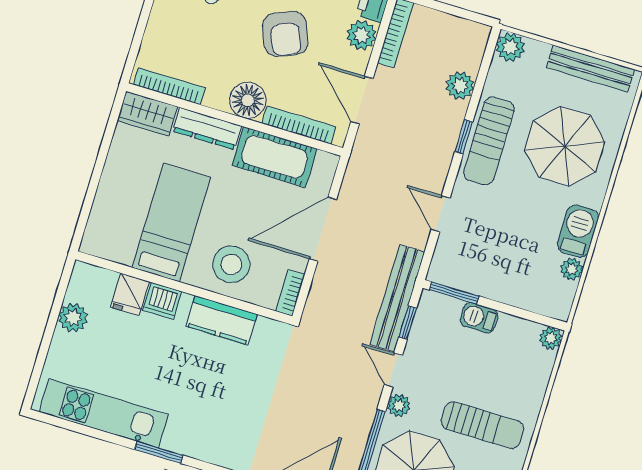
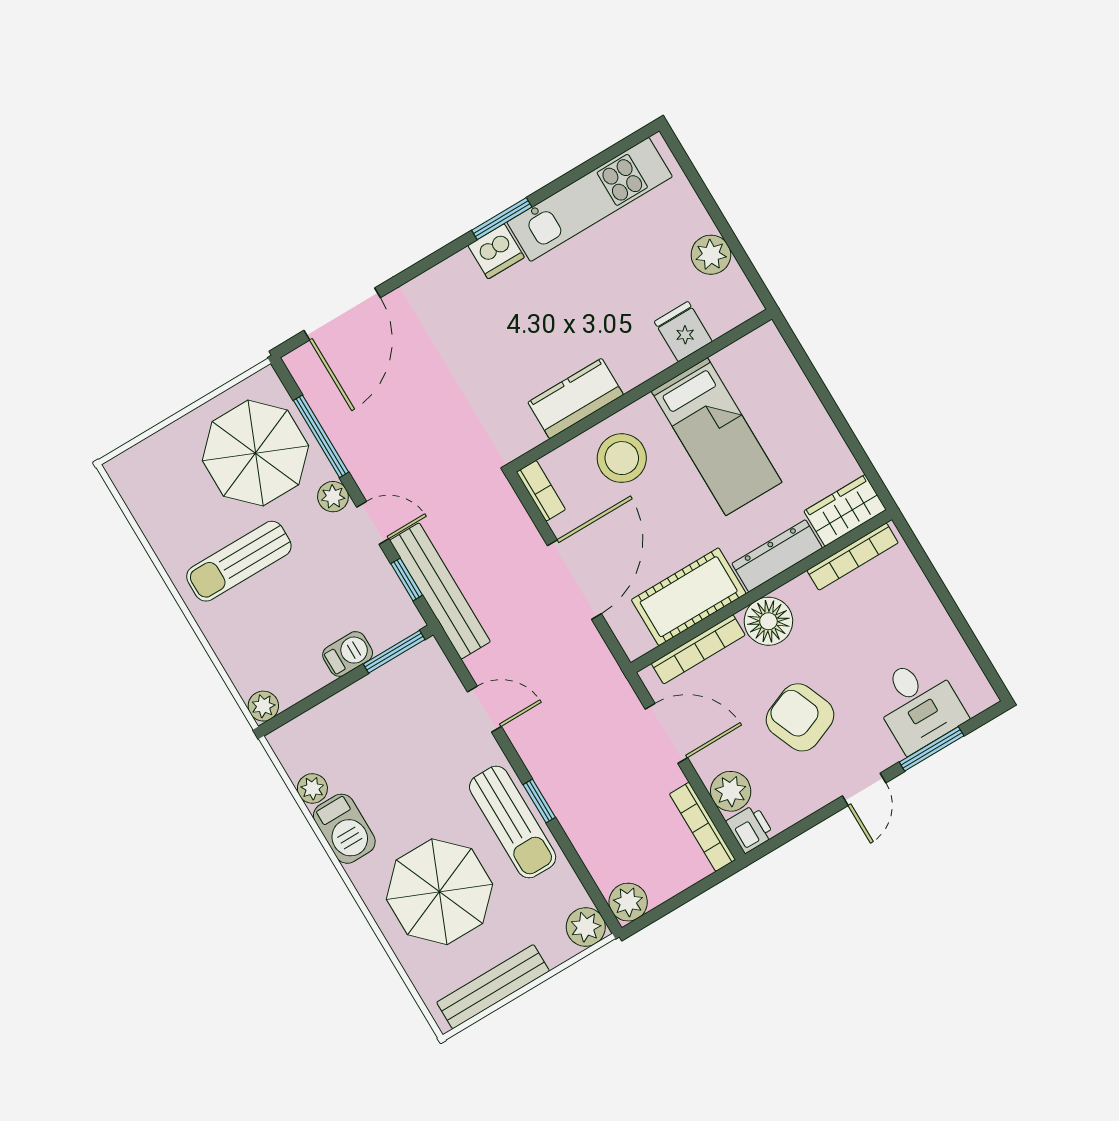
plant: (460, 86) -> (628, 902), moved
sun lounger: (489, 141) -> (513, 822), turned 180
dishwasher: (162, 301) -> (496, 251), moved, turned 180

